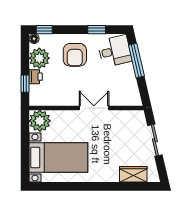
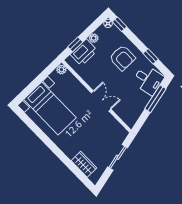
armchair: (75, 55) -> (122, 58), turned -90
plant: (39, 58) -> (94, 38), width x0.53, depth x0.53
printer: (36, 77) -> (84, 52), width x1.87, depth x1.48
plant: (40, 121) -> (61, 70), width x0.53, depth x0.53

